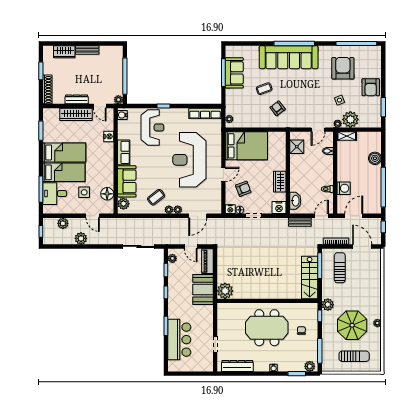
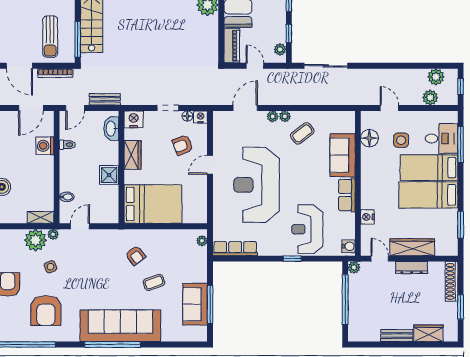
bed: (246, 146) -> (153, 204), moved, turned 180
shower: (297, 147) -> (109, 175), moved
reception desk: (189, 160) -> (257, 185), turned 180
plant: (123, 204) -> (347, 125), removed
plant: (81, 238) -> (436, 77), moved

